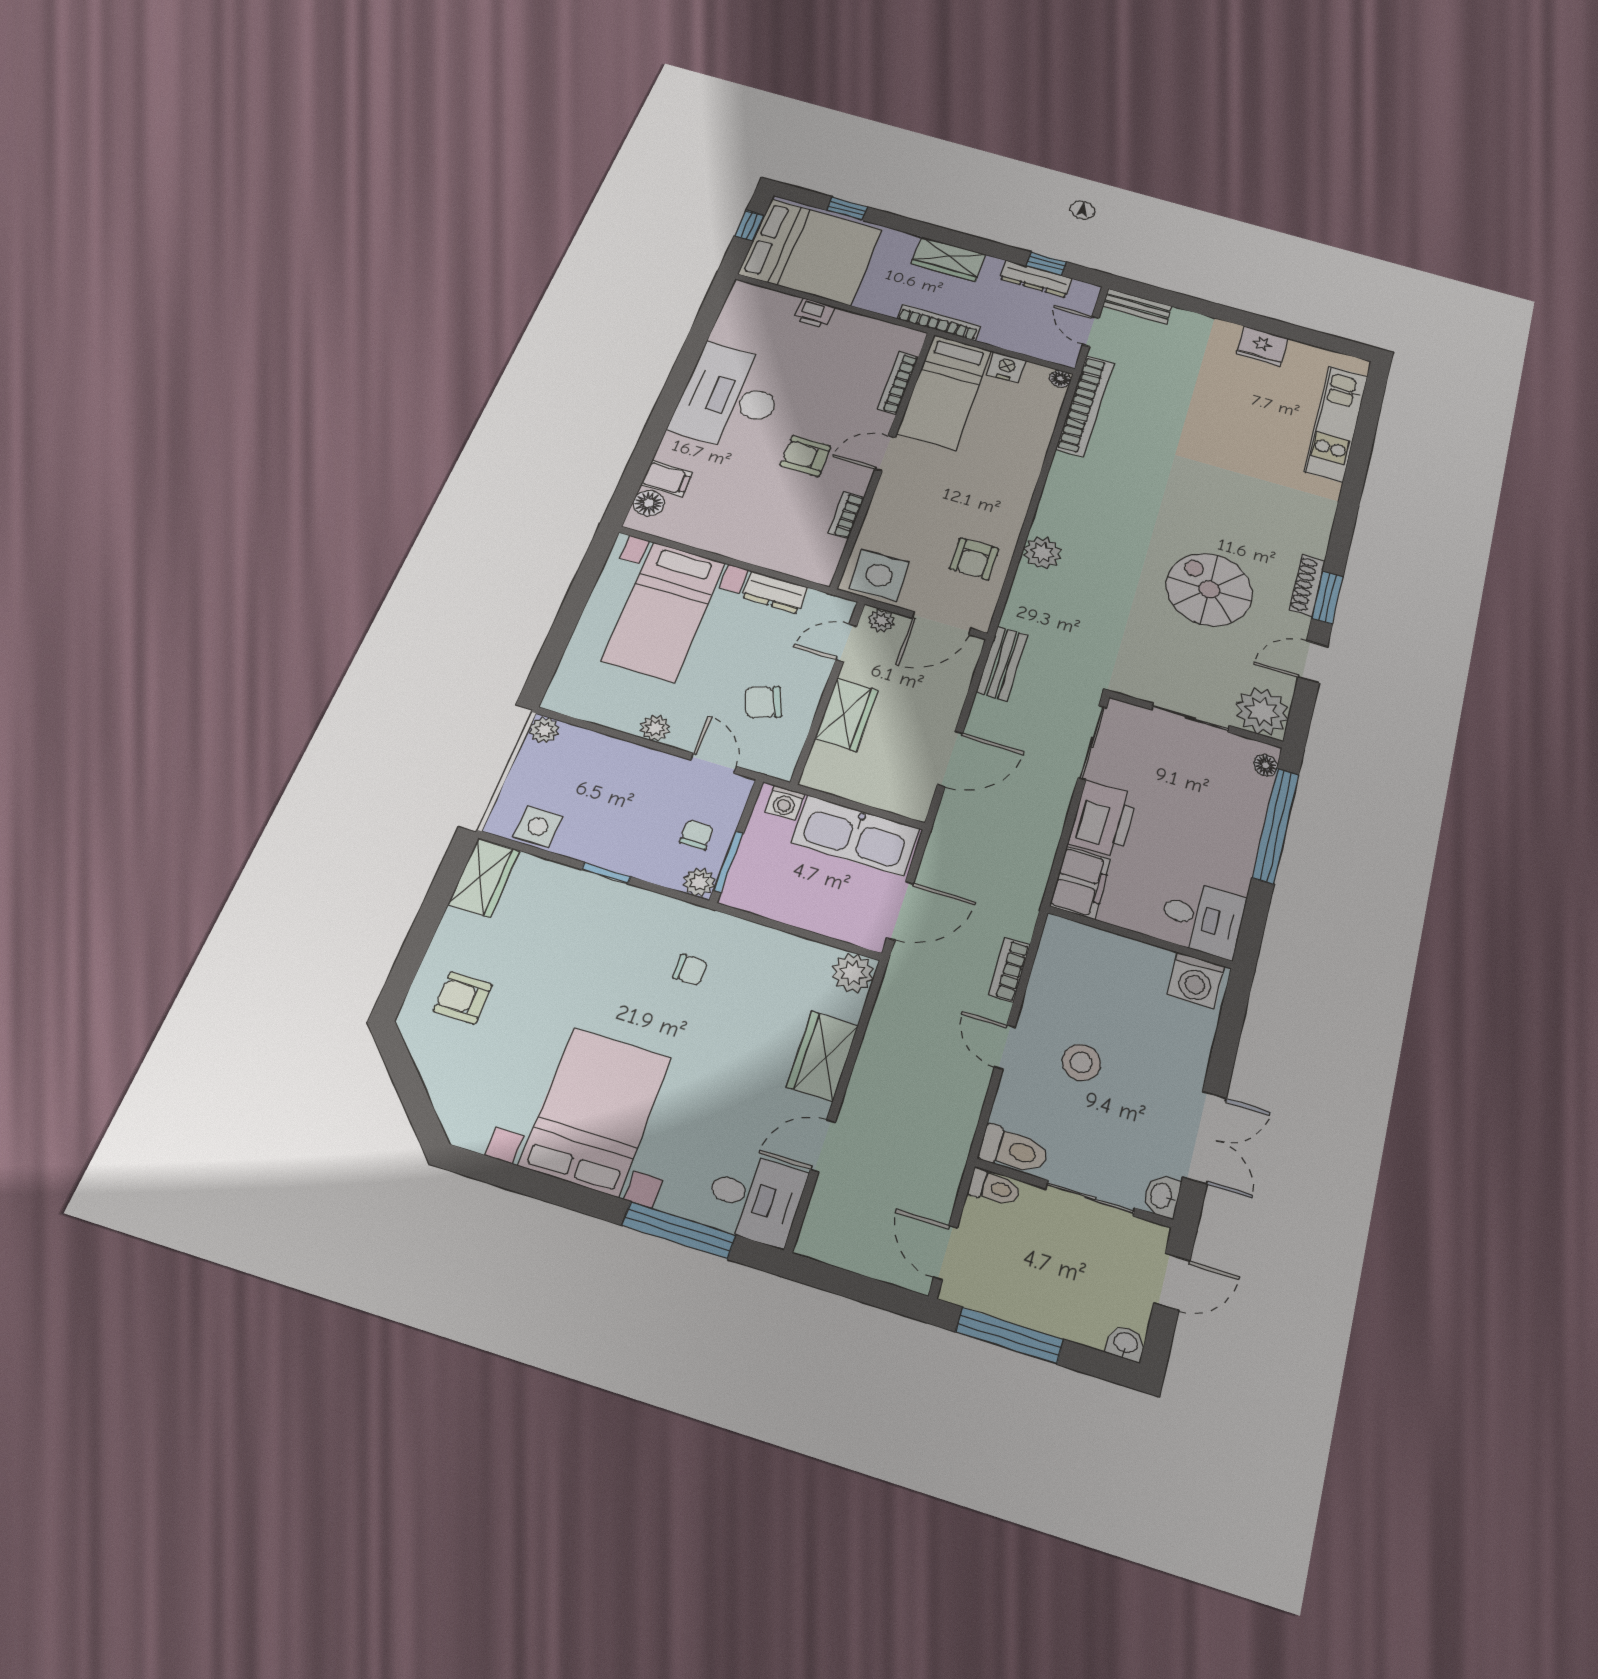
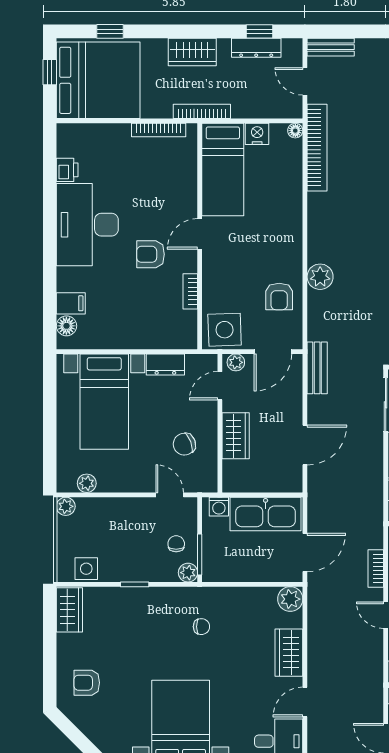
printer: (814, 313) -> (67, 170), moved, turned -90
bookcase: (898, 383) -> (159, 130), moved, turned -90
plant: (655, 728) -> (87, 483), moved

